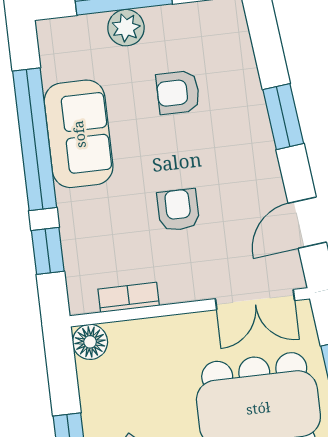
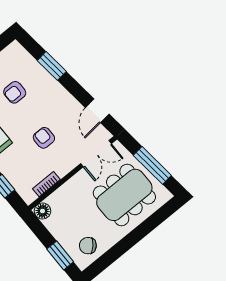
window: (283, 117) -> (52, 66), moved

